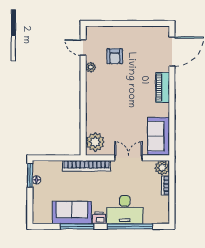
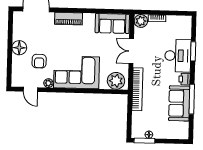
floor lamp: (129, 34) -> (19, 48), added
door: (83, 47) -> (30, 89), hinge flipped
armchair: (115, 56) -> (39, 61), turned 90
corner sofa: (103, 98) -> (77, 72), added
window: (130, 226) -> (193, 51), width x0.47

